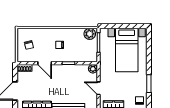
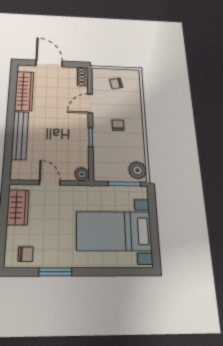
door: (99, 88) -> (50, 183), hinge flipped

